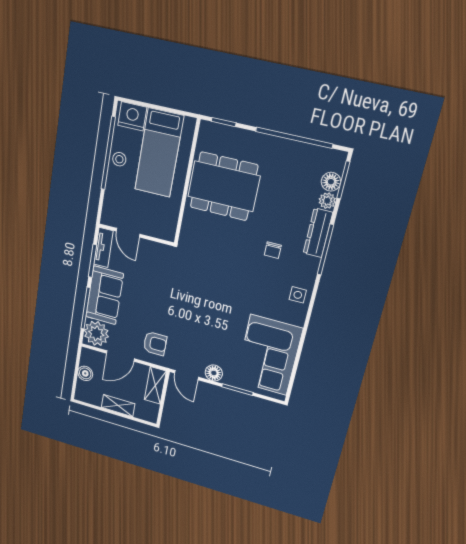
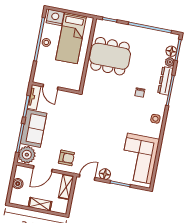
door: (187, 375) -> (87, 177), swing flipped

